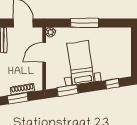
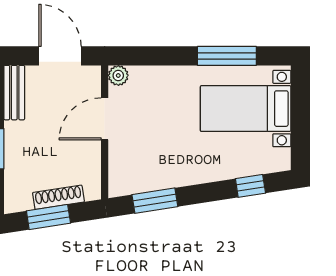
window: (84, 23) -> (227, 56), moved
bed with nightstands: (80, 63) -> (246, 109), moved, turned -81

